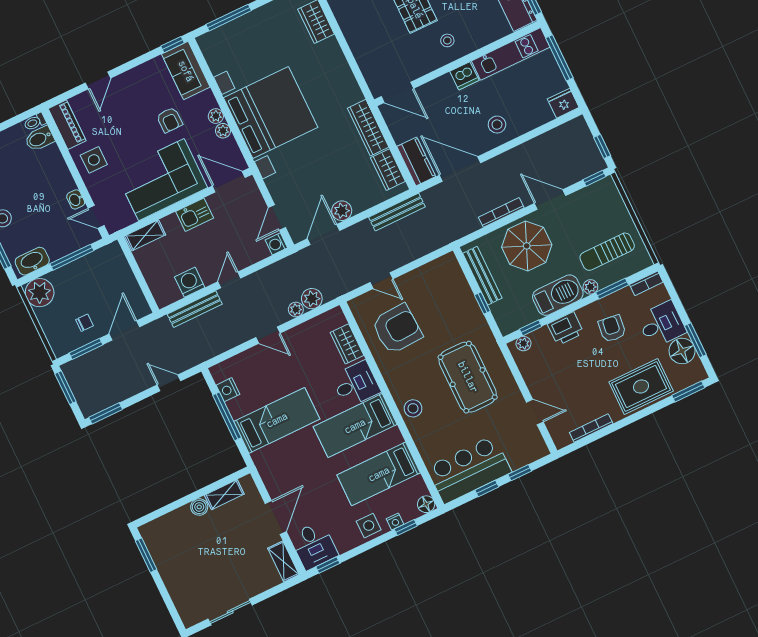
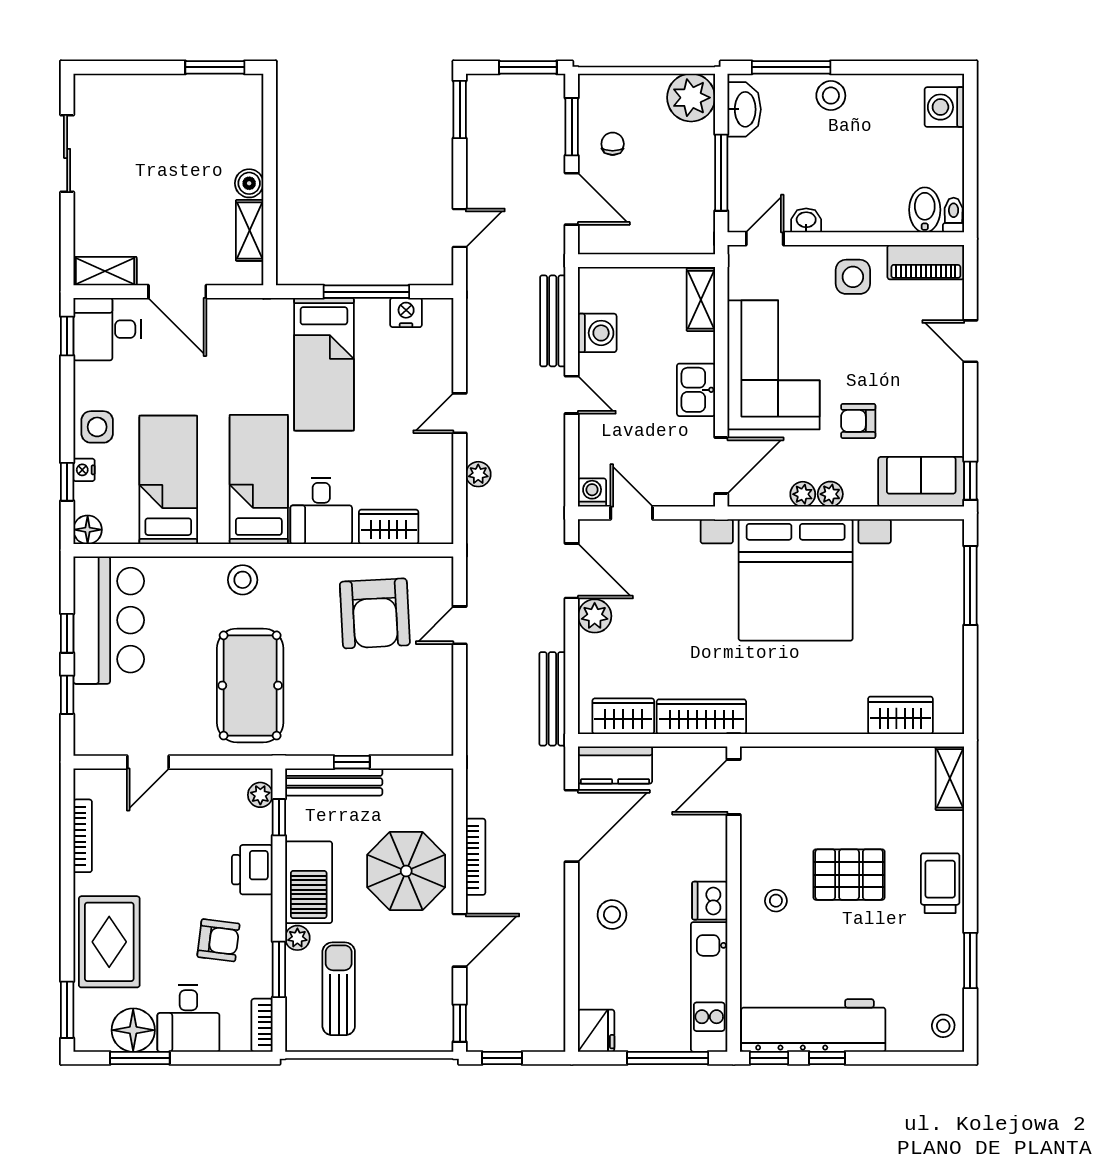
bench: (482, 276) -> (334, 782), moved
plant: (312, 299) -> (483, 506), removed
chair: (84, 323) -> (613, 144), turned 180
pool table: (468, 377) -> (250, 685), turned 90

